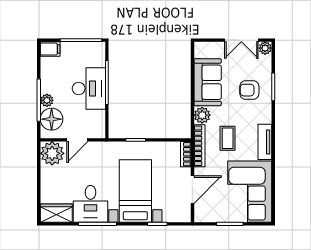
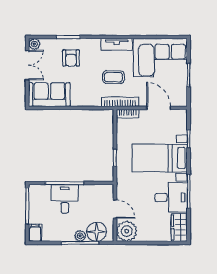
sofa: (208, 82) -> (49, 95), moved
desk: (89, 88) -> (65, 199), width x0.73
plant: (202, 115) -> (93, 99), removed

